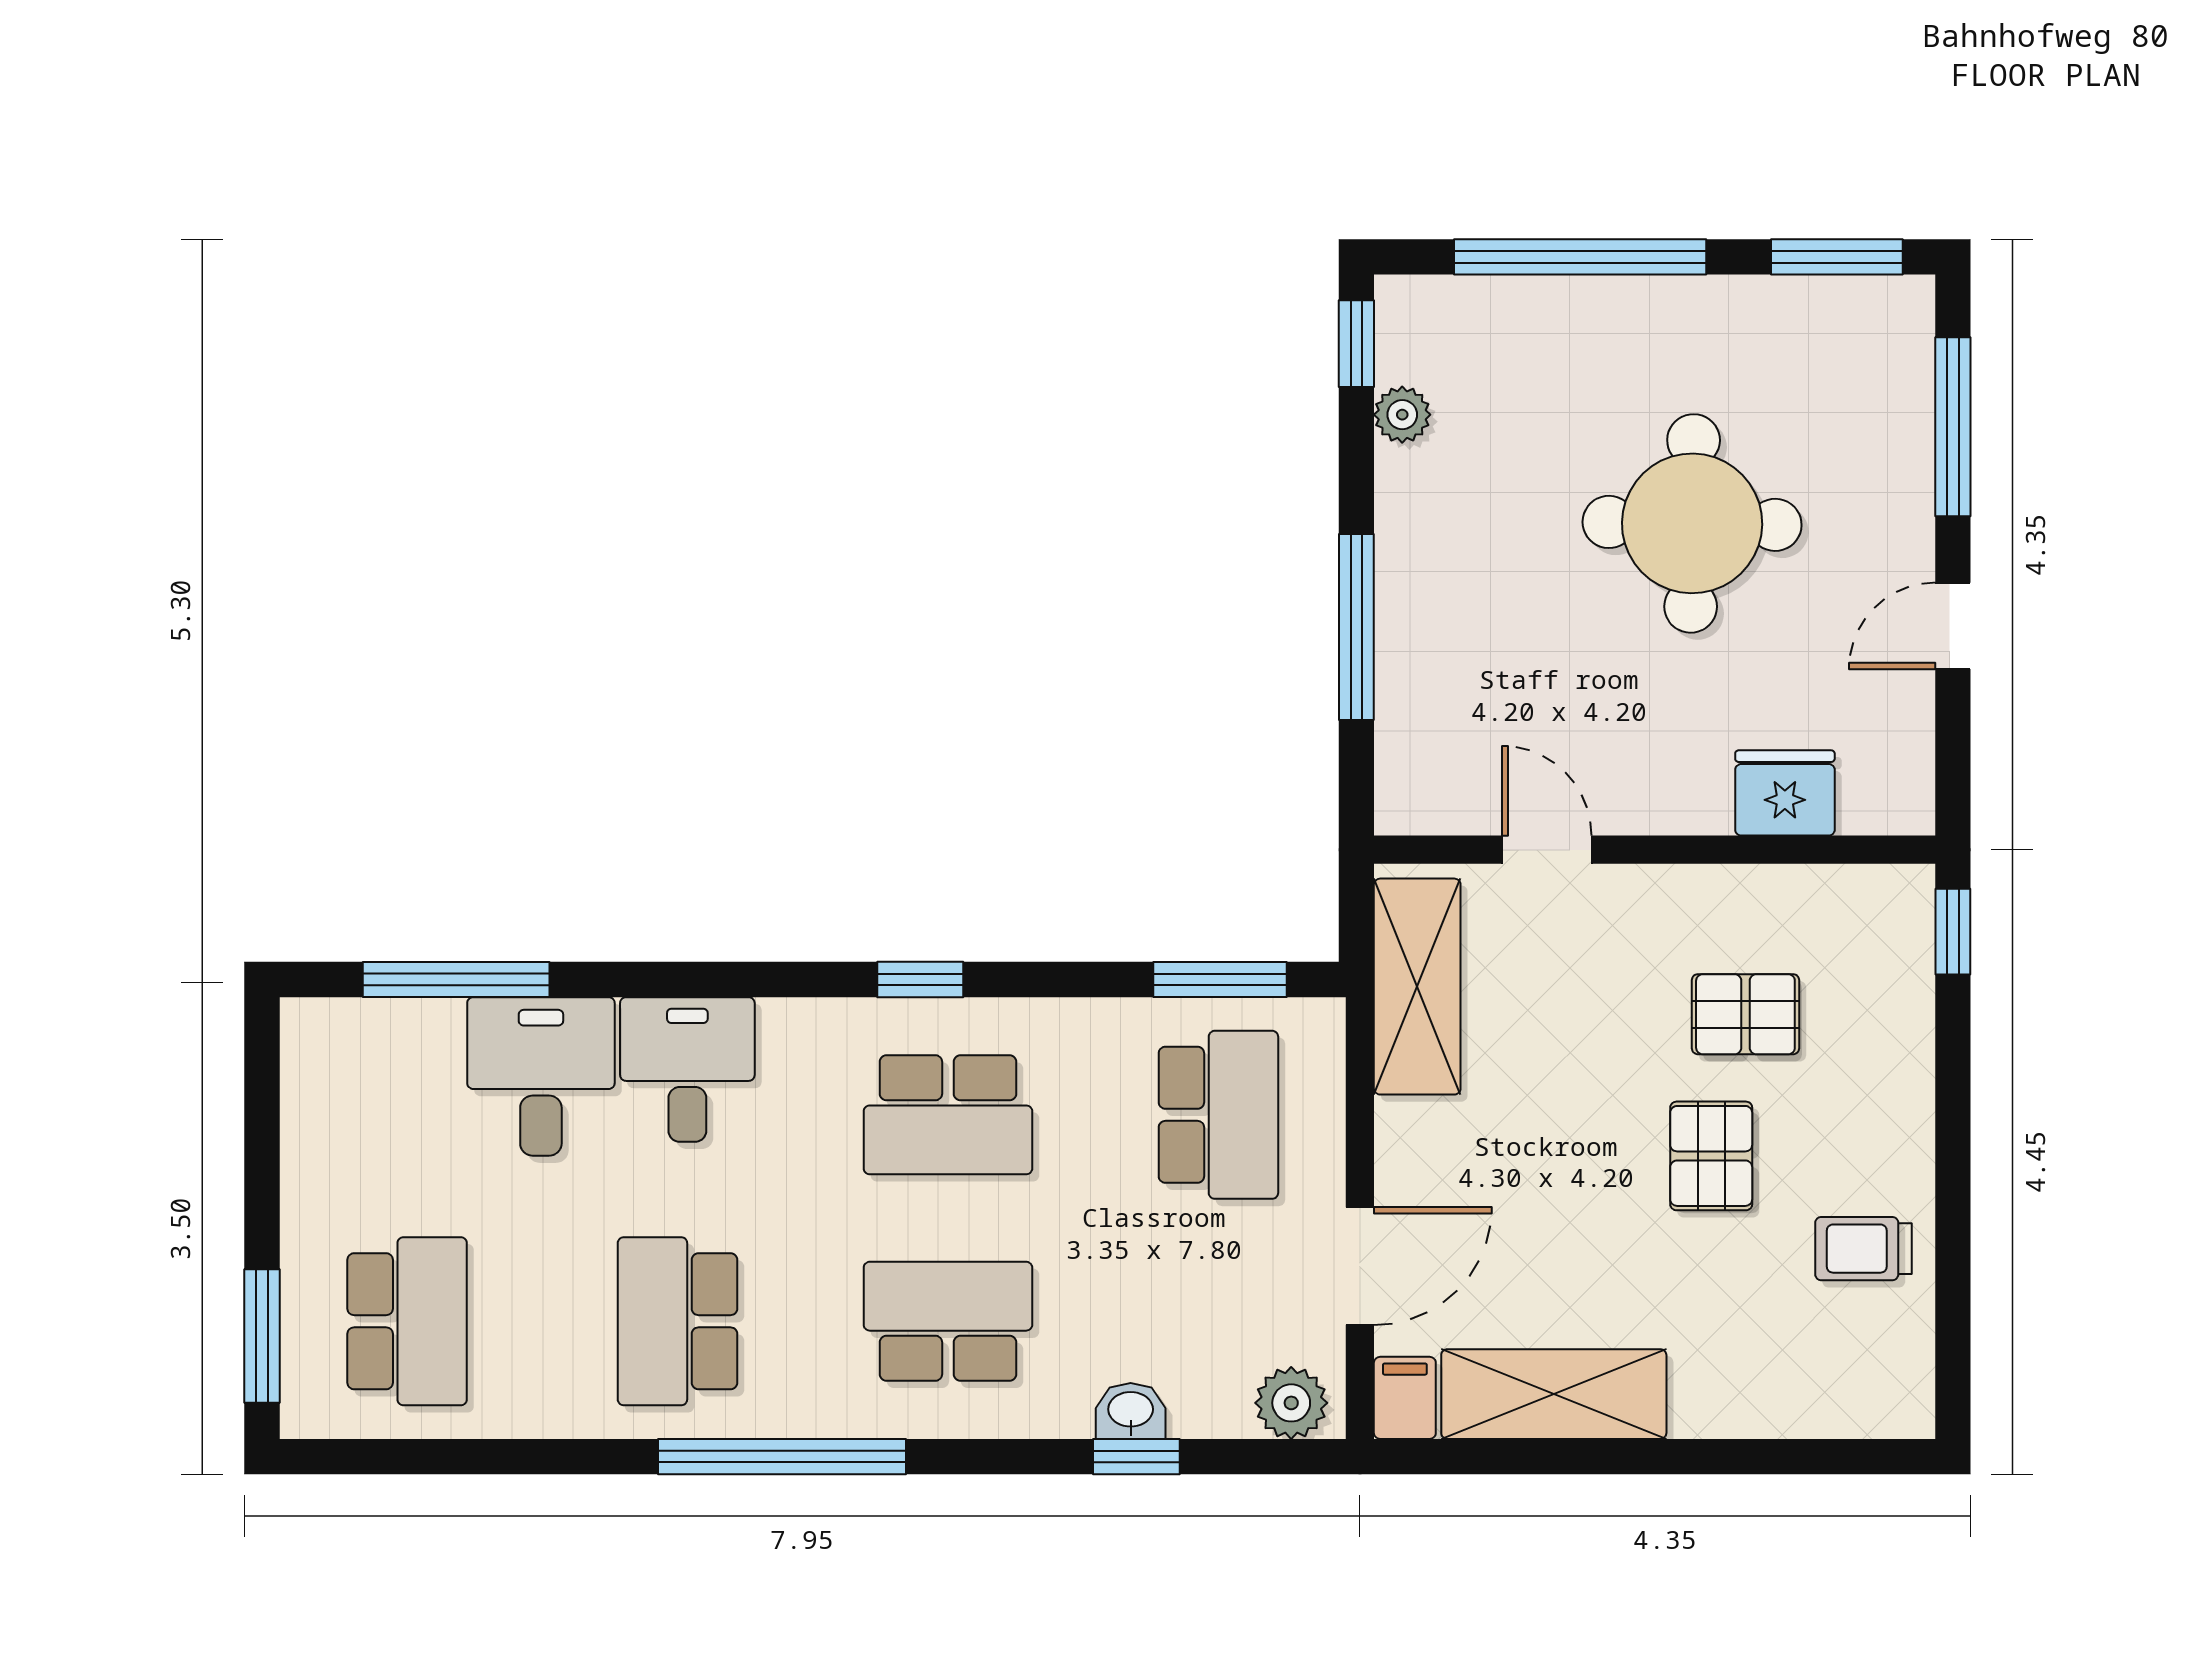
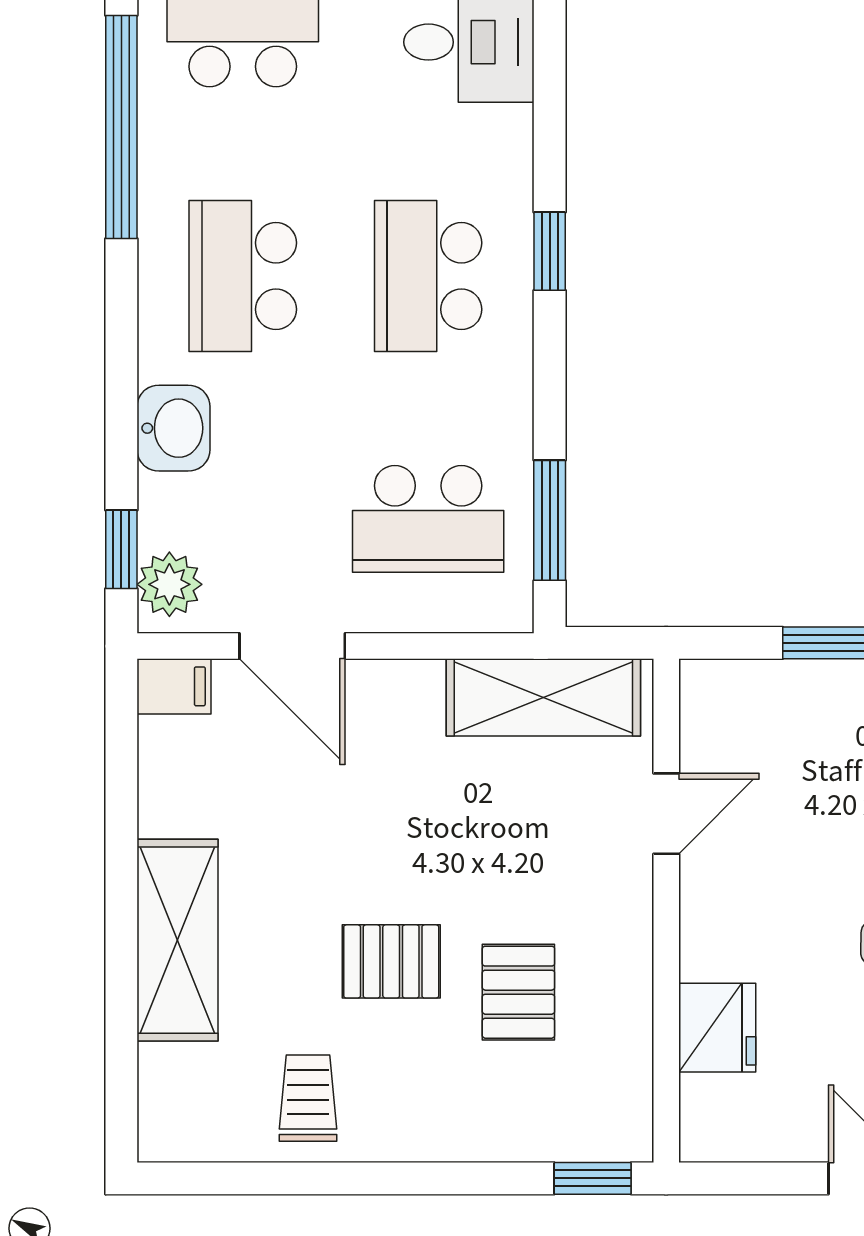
school desk: (948, 1321) -> (243, 276), turned 180
shelving: (1554, 1394) -> (177, 940), moved
washbasin: (1131, 1411) -> (173, 428), width x1.38, depth x1.45
window: (1136, 1457) -> (121, 549), moved

